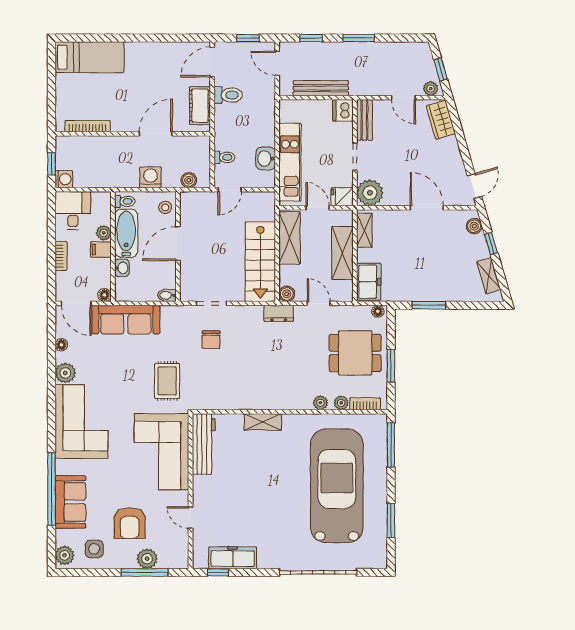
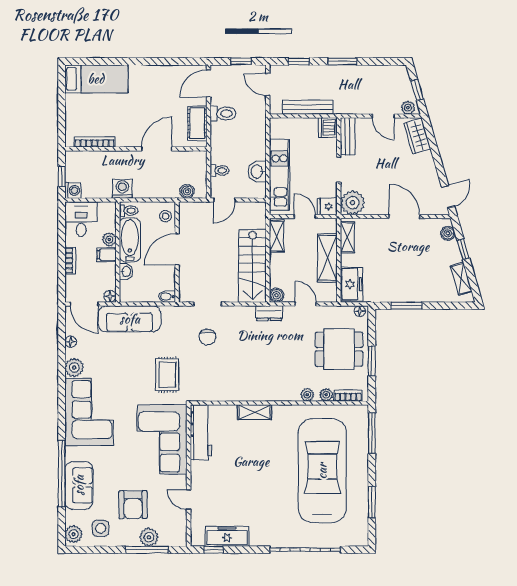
washing machine: (151, 177) -> (122, 189), moved
shelving: (290, 238) -> (277, 236), width x0.67, depth x0.75

